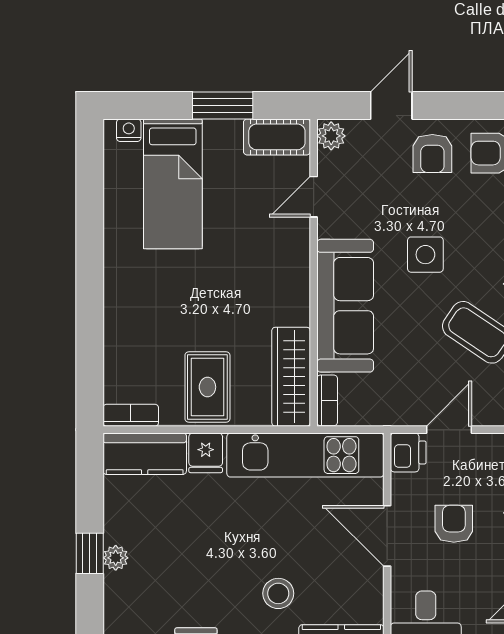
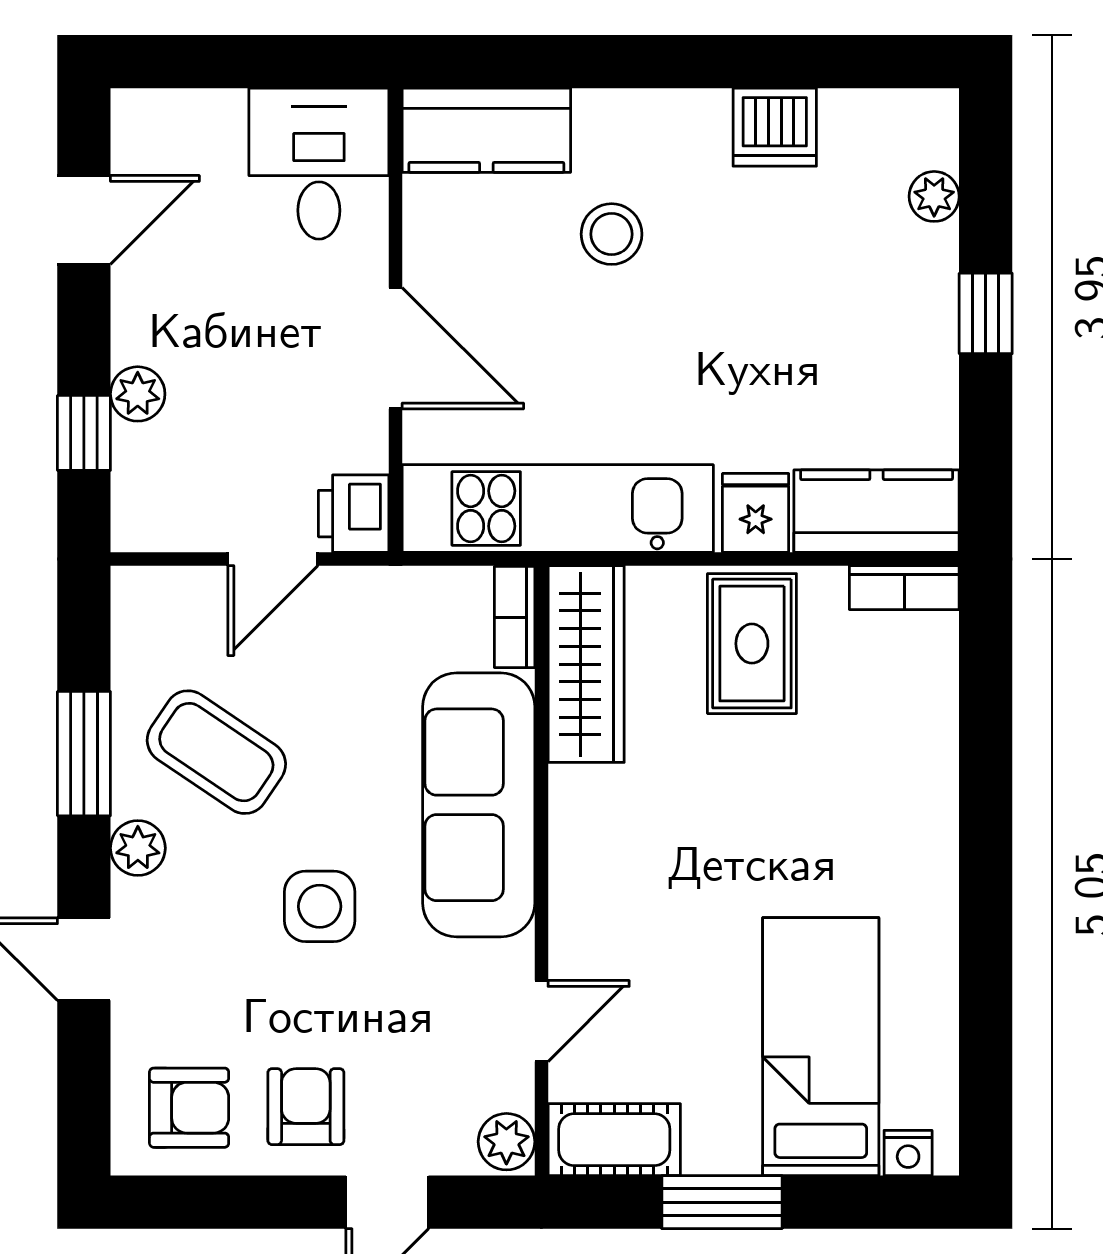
armchair: (454, 524) -> (263, 372), removed
plant: (116, 558) -> (934, 196), moved

